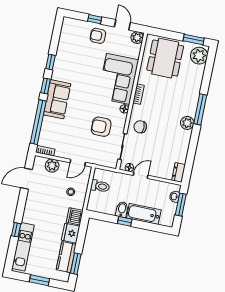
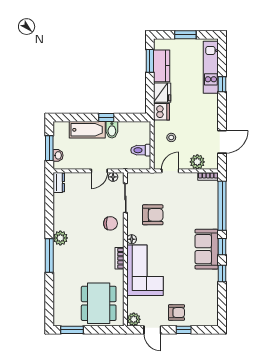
plant: (199, 56) -> (62, 314), removed
sofa: (57, 99) -> (207, 249), moved

